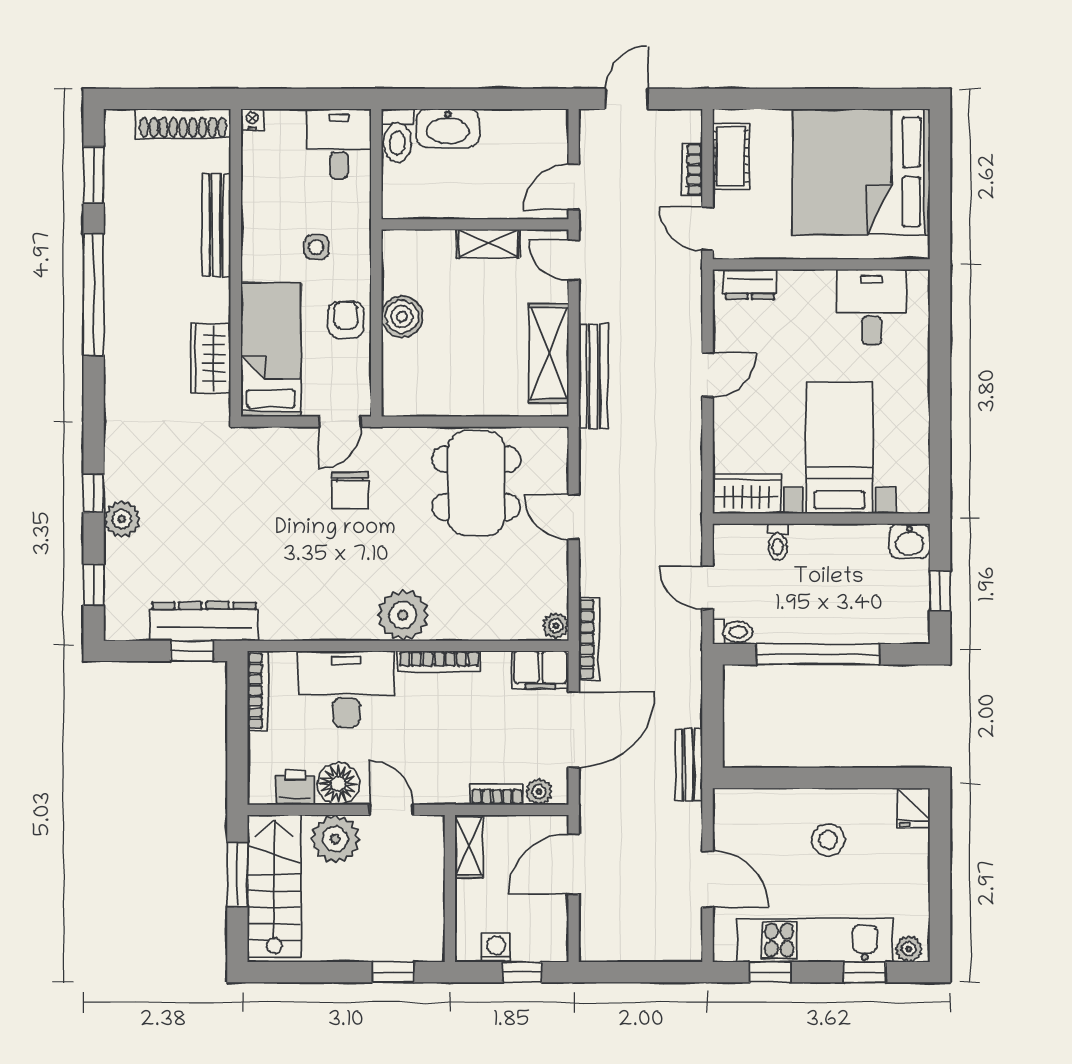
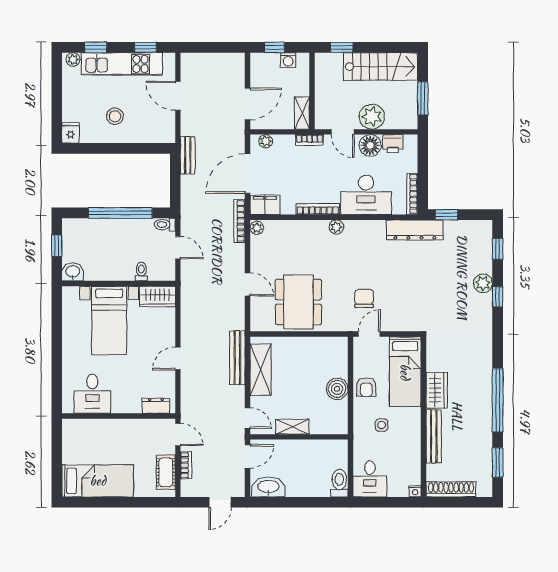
washbasin: (448, 128) -> (268, 487), moved
bed: (861, 172) -> (98, 481), width x0.49
wardrobe: (211, 358) -> (437, 390), moved
plant: (403, 615) -> (336, 227), width x0.53, depth x0.53
dresser: (204, 621) -> (415, 230), moved
bookcase: (497, 794) -> (309, 140), moved
stairs: (274, 886) -> (380, 67), moved, turned -90

